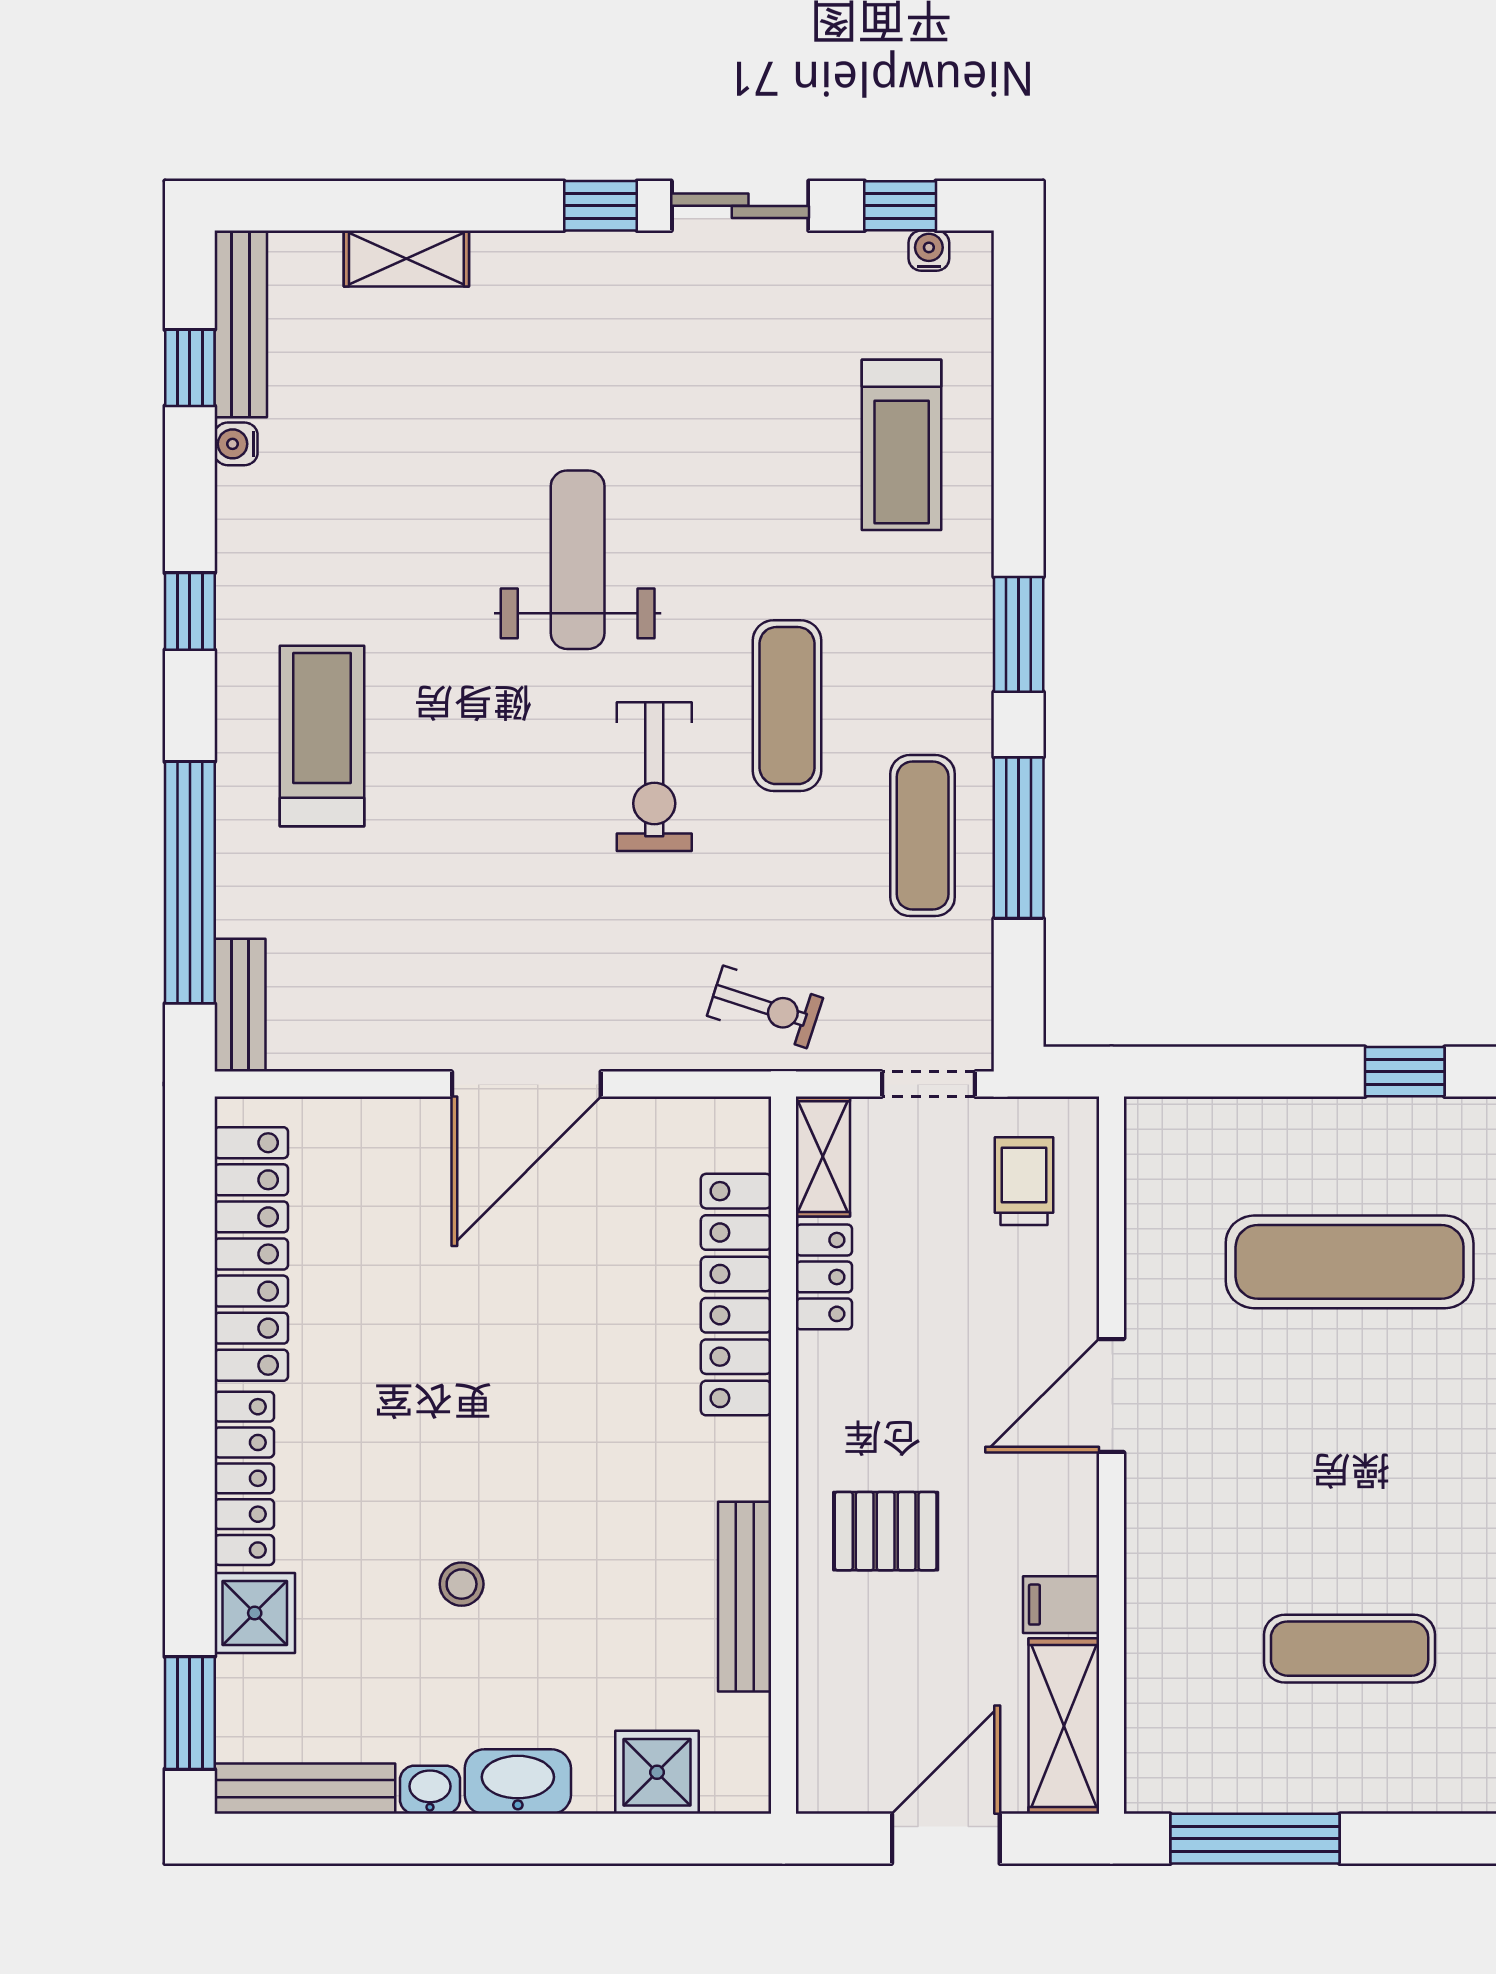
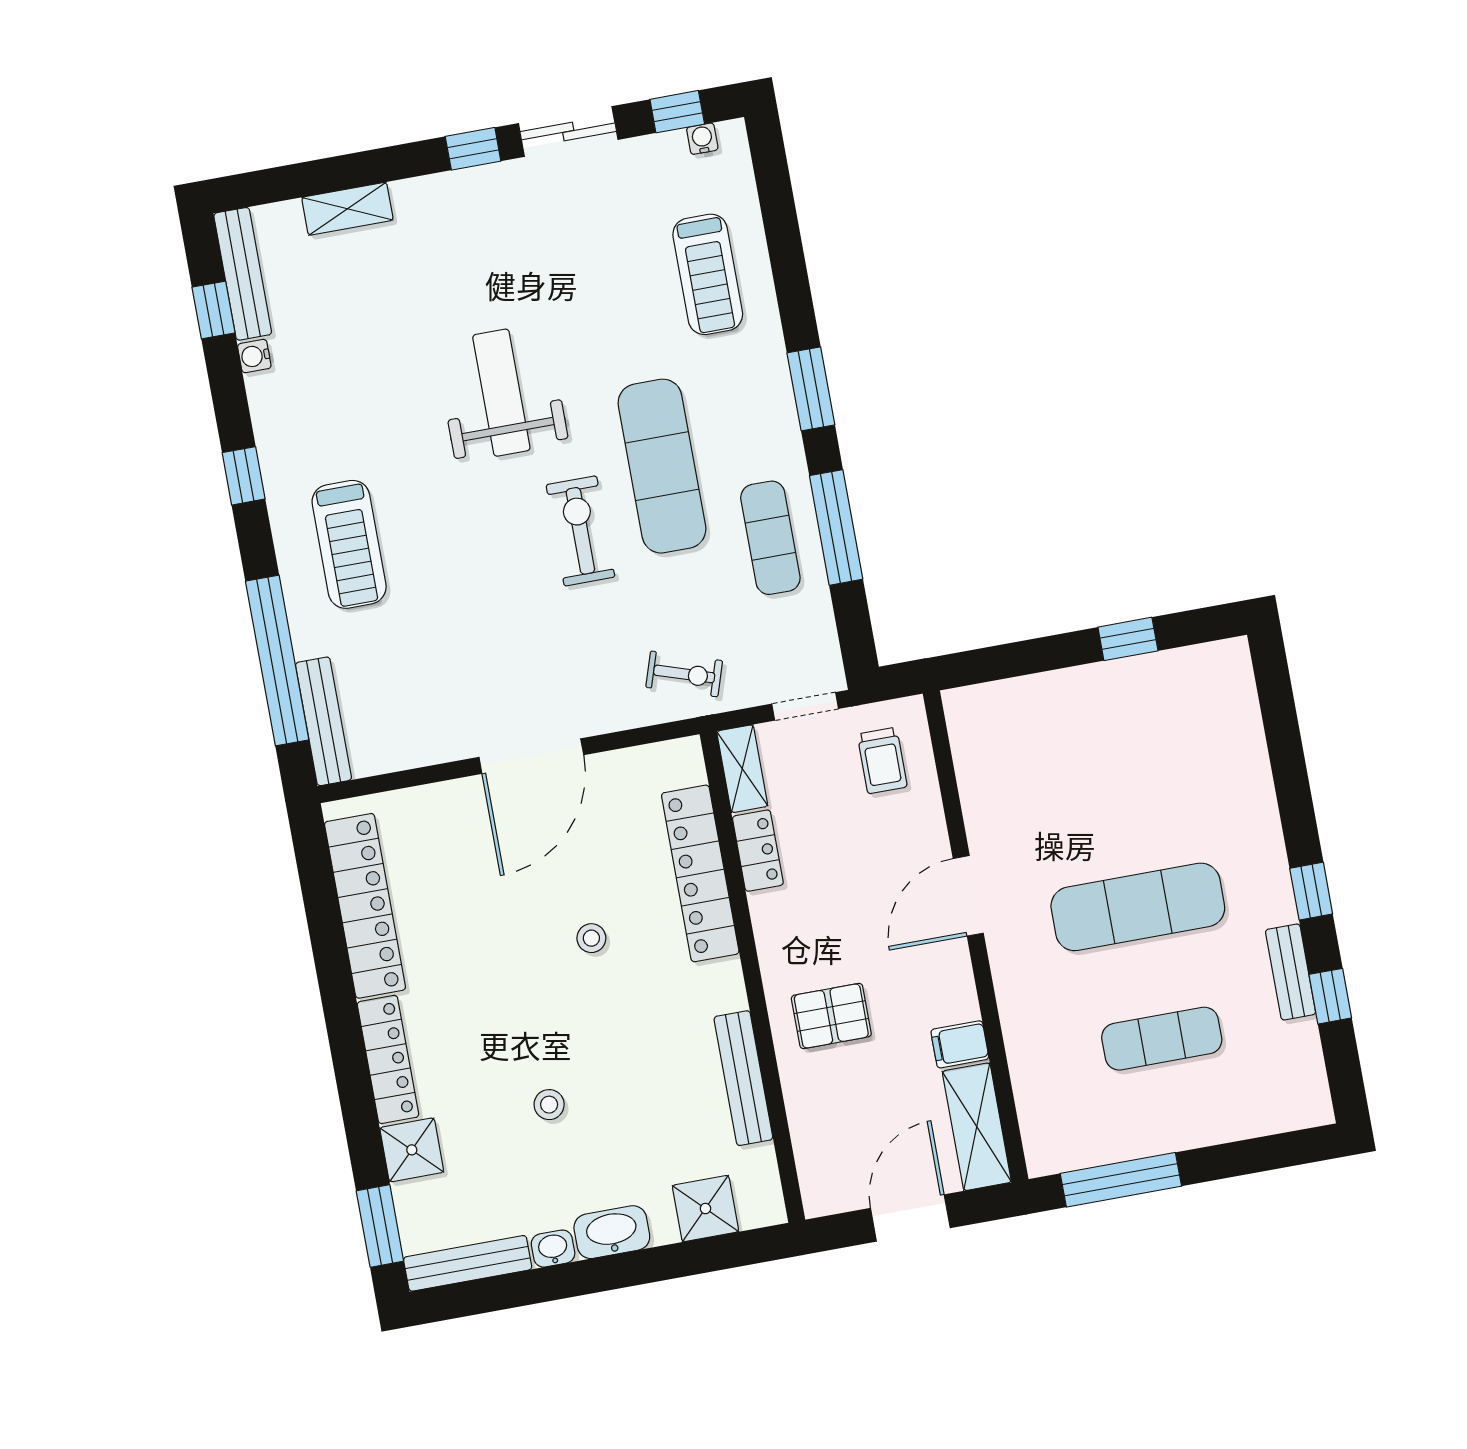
exercise mat: (787, 706) -> (662, 466), width x1.36, depth x1.45
treadmill: (322, 736) -> (349, 544), turned 180
exercise bike: (654, 777) -> (580, 531), turned 180
bench: (240, 1005) -> (323, 721), width x1.36
trolley: (1024, 1181) -> (882, 761), turned 180
exercise mat: (1350, 1262) -> (1138, 907), moved
stool: (565, 1358) -> (591, 938), added

